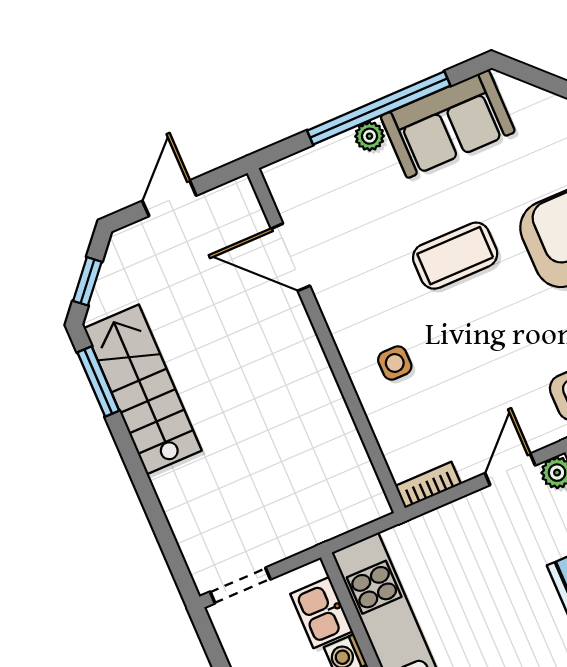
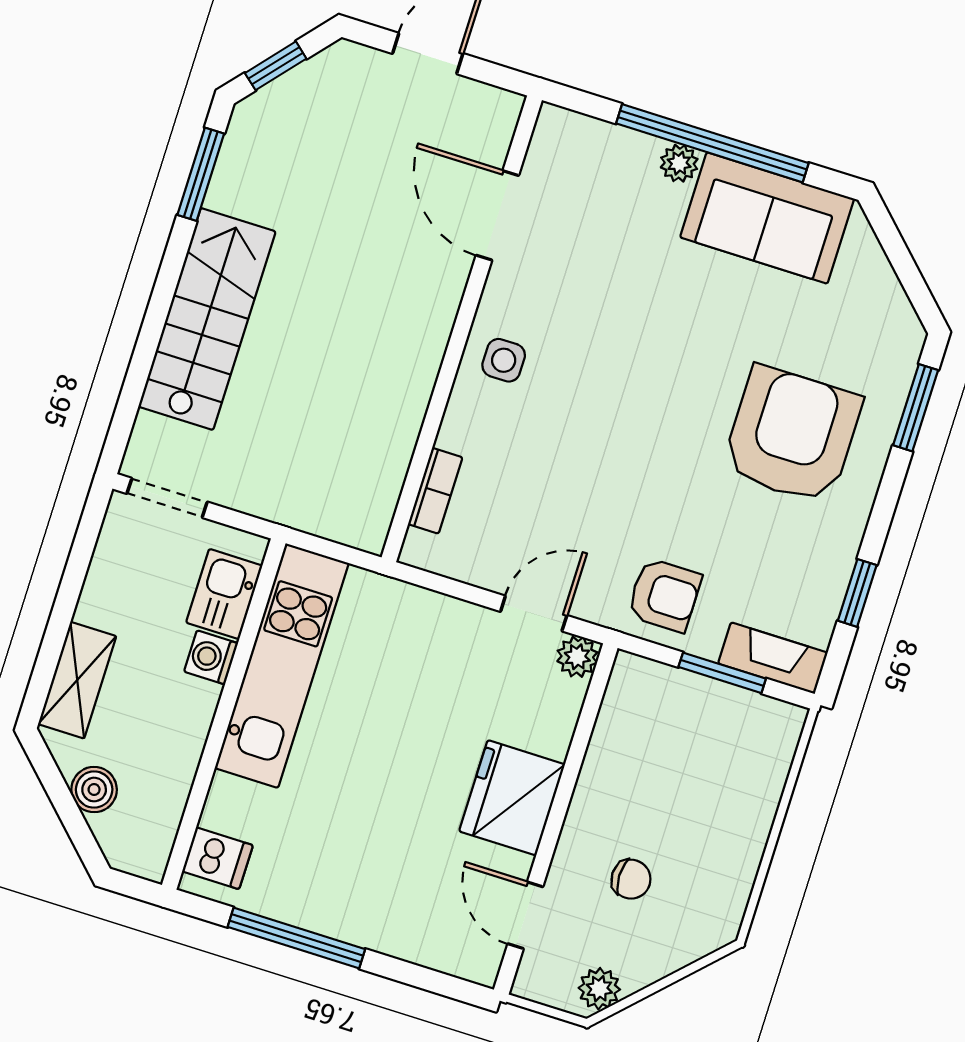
coffee table: (455, 256) -> (662, 355), removed
side table: (395, 363) -> (504, 360), moved
stairs: (143, 389) -> (207, 319), moved
bookcase: (428, 485) -> (435, 491), moved, turned 90

